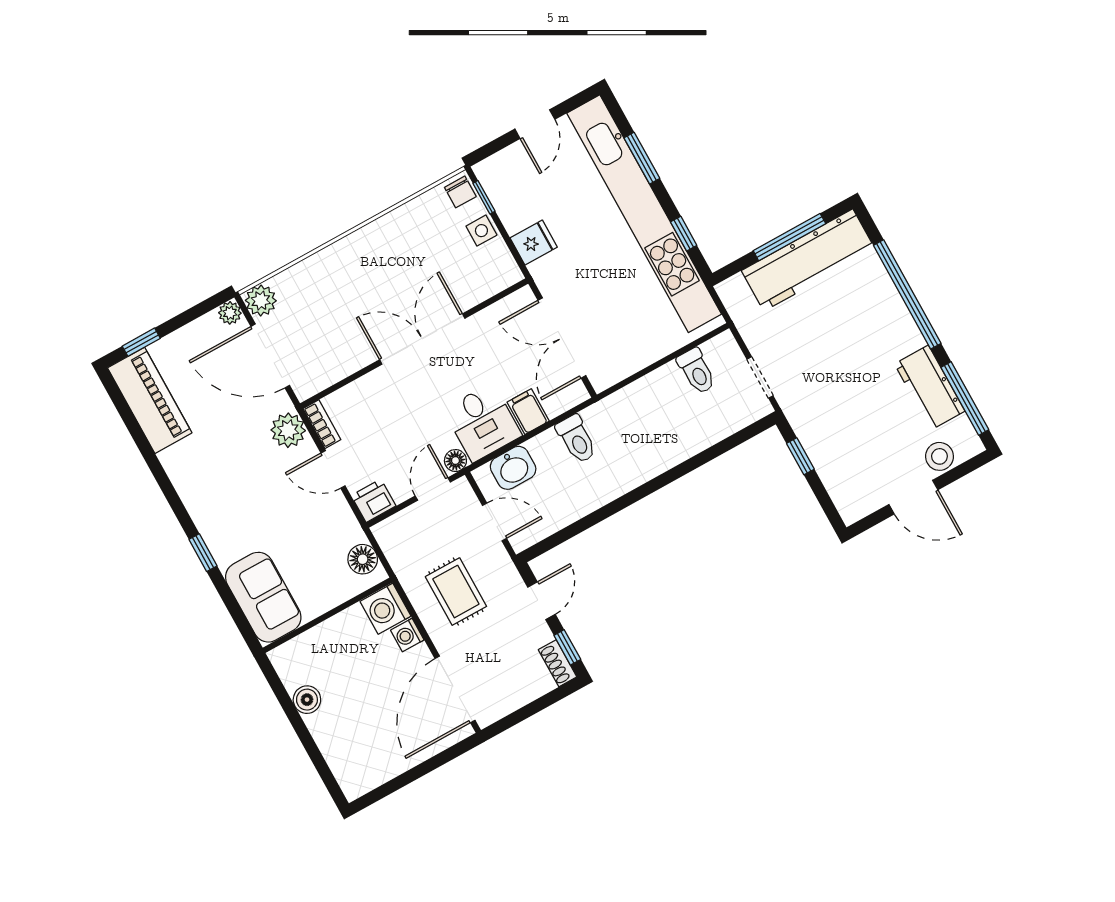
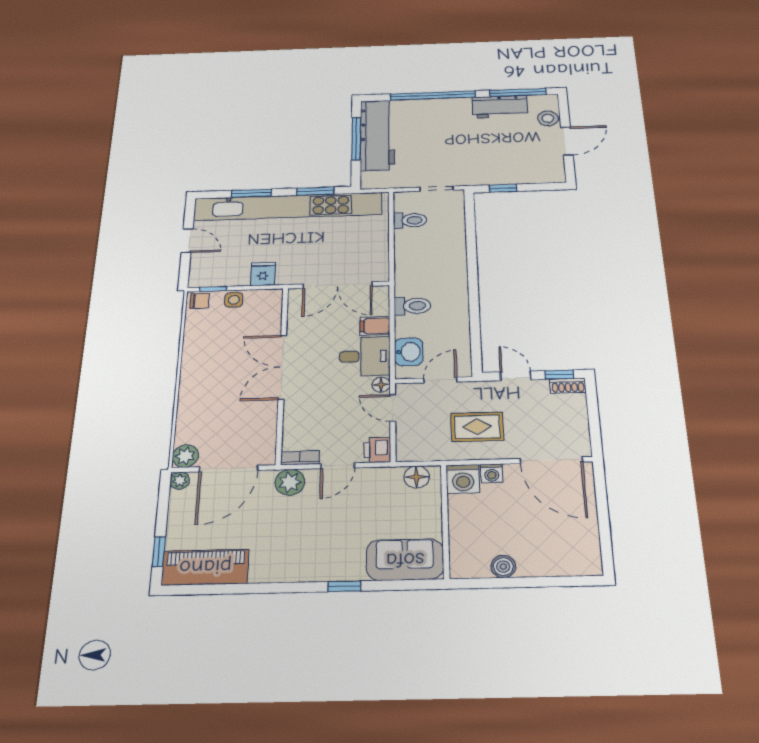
window: (684, 234) -> (315, 191), width x1.50

